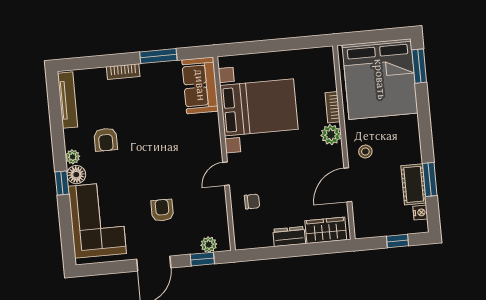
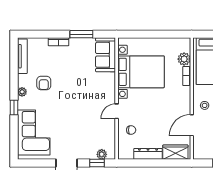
plant: (331, 135) -> (184, 59), moved
floor lamp: (76, 175) -> (23, 103), removed
armchair: (162, 210) -> (75, 130), removed
dresser: (289, 236) -> (148, 154), width x1.44

